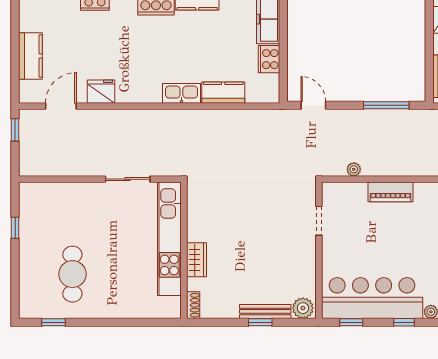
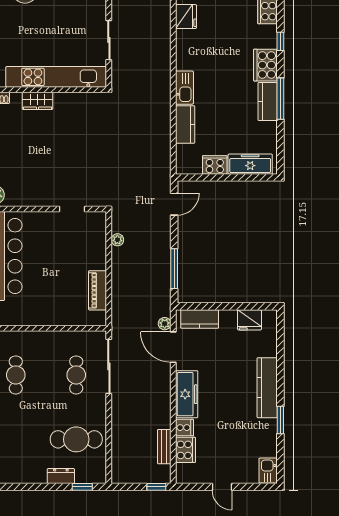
piano: (390, 192) -> (98, 290), moved

